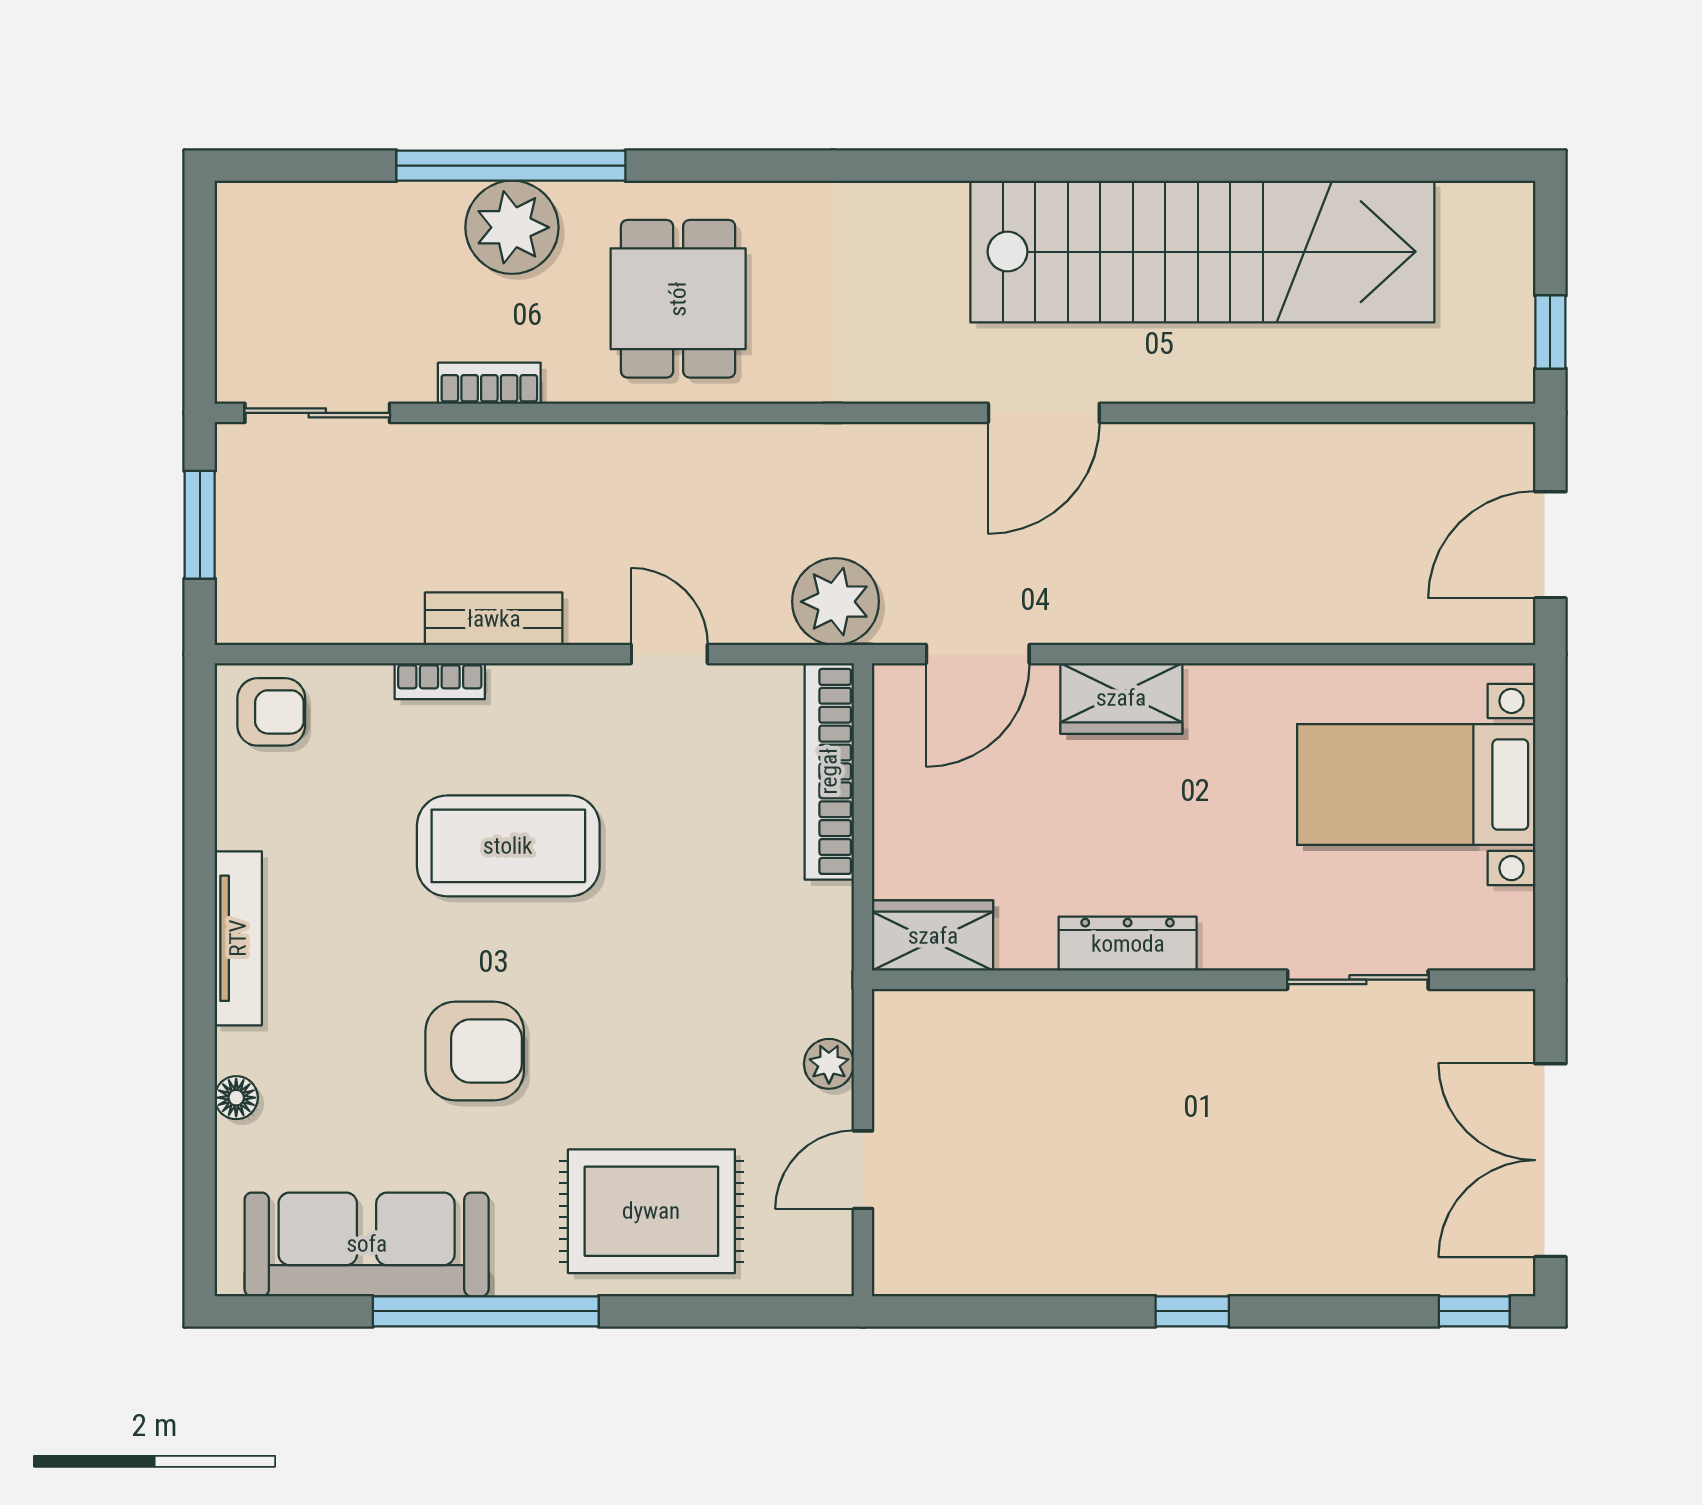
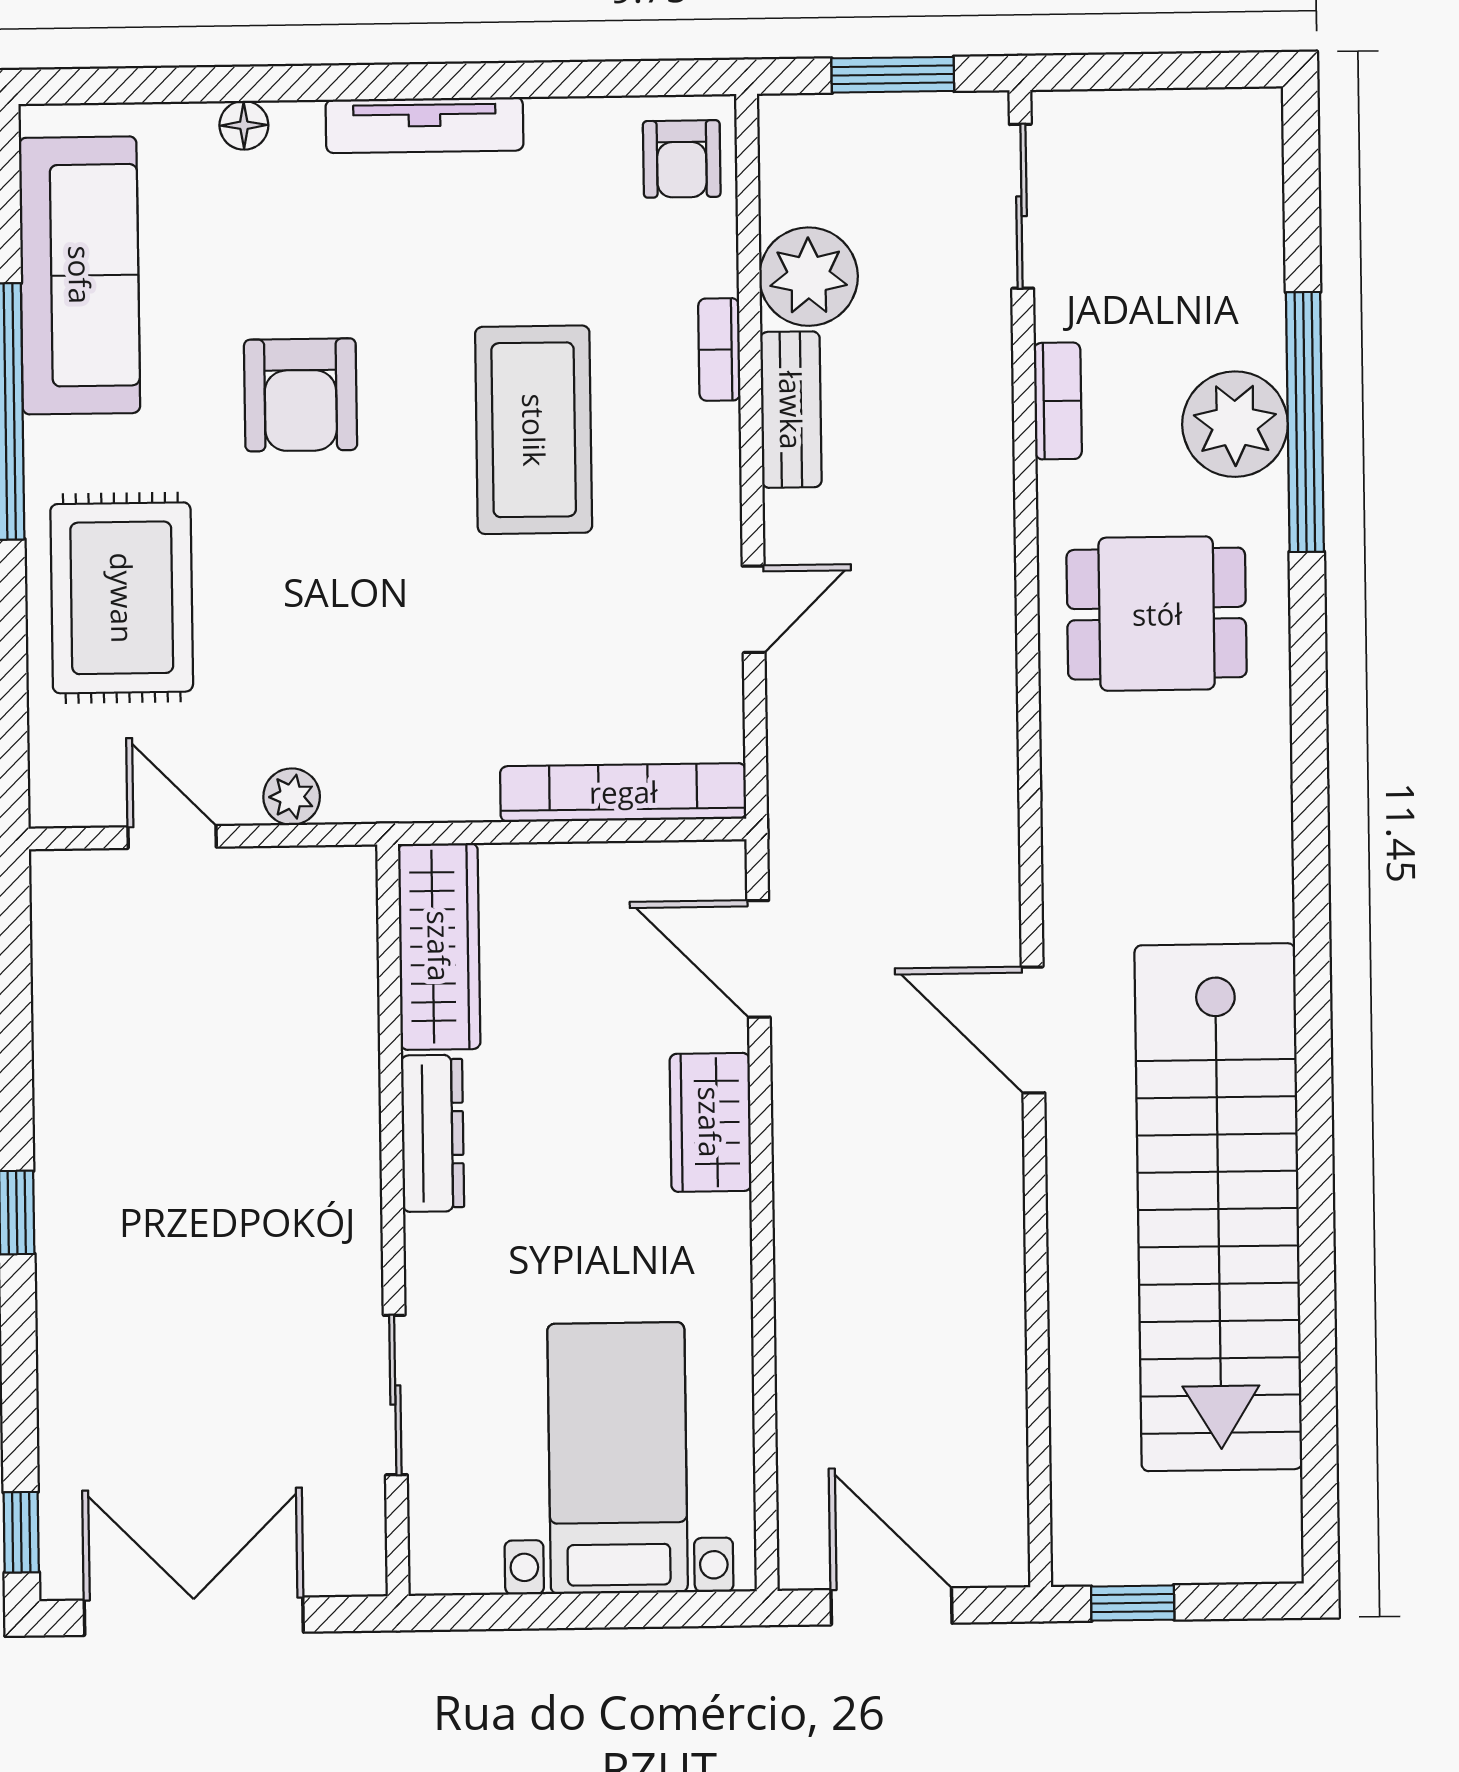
plant: (836, 602) -> (809, 277), moved
wardrobe: (933, 936) -> (439, 946), width x1.50

